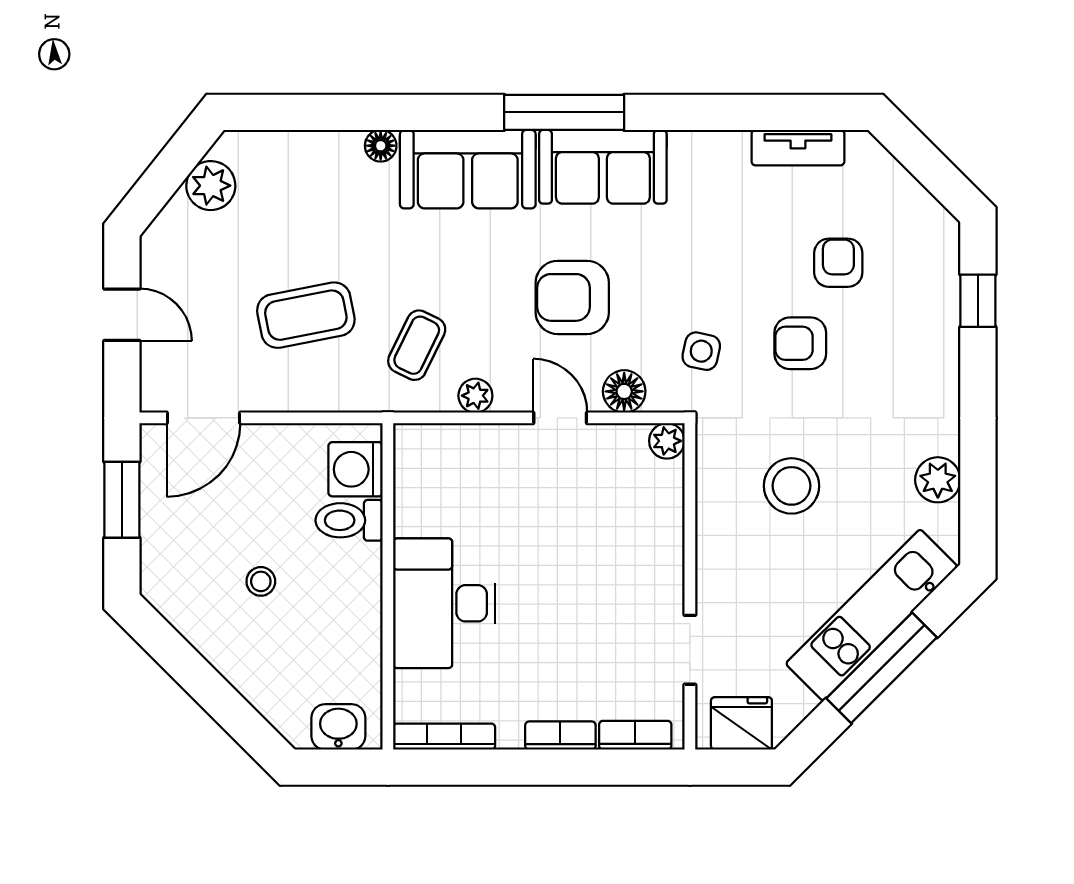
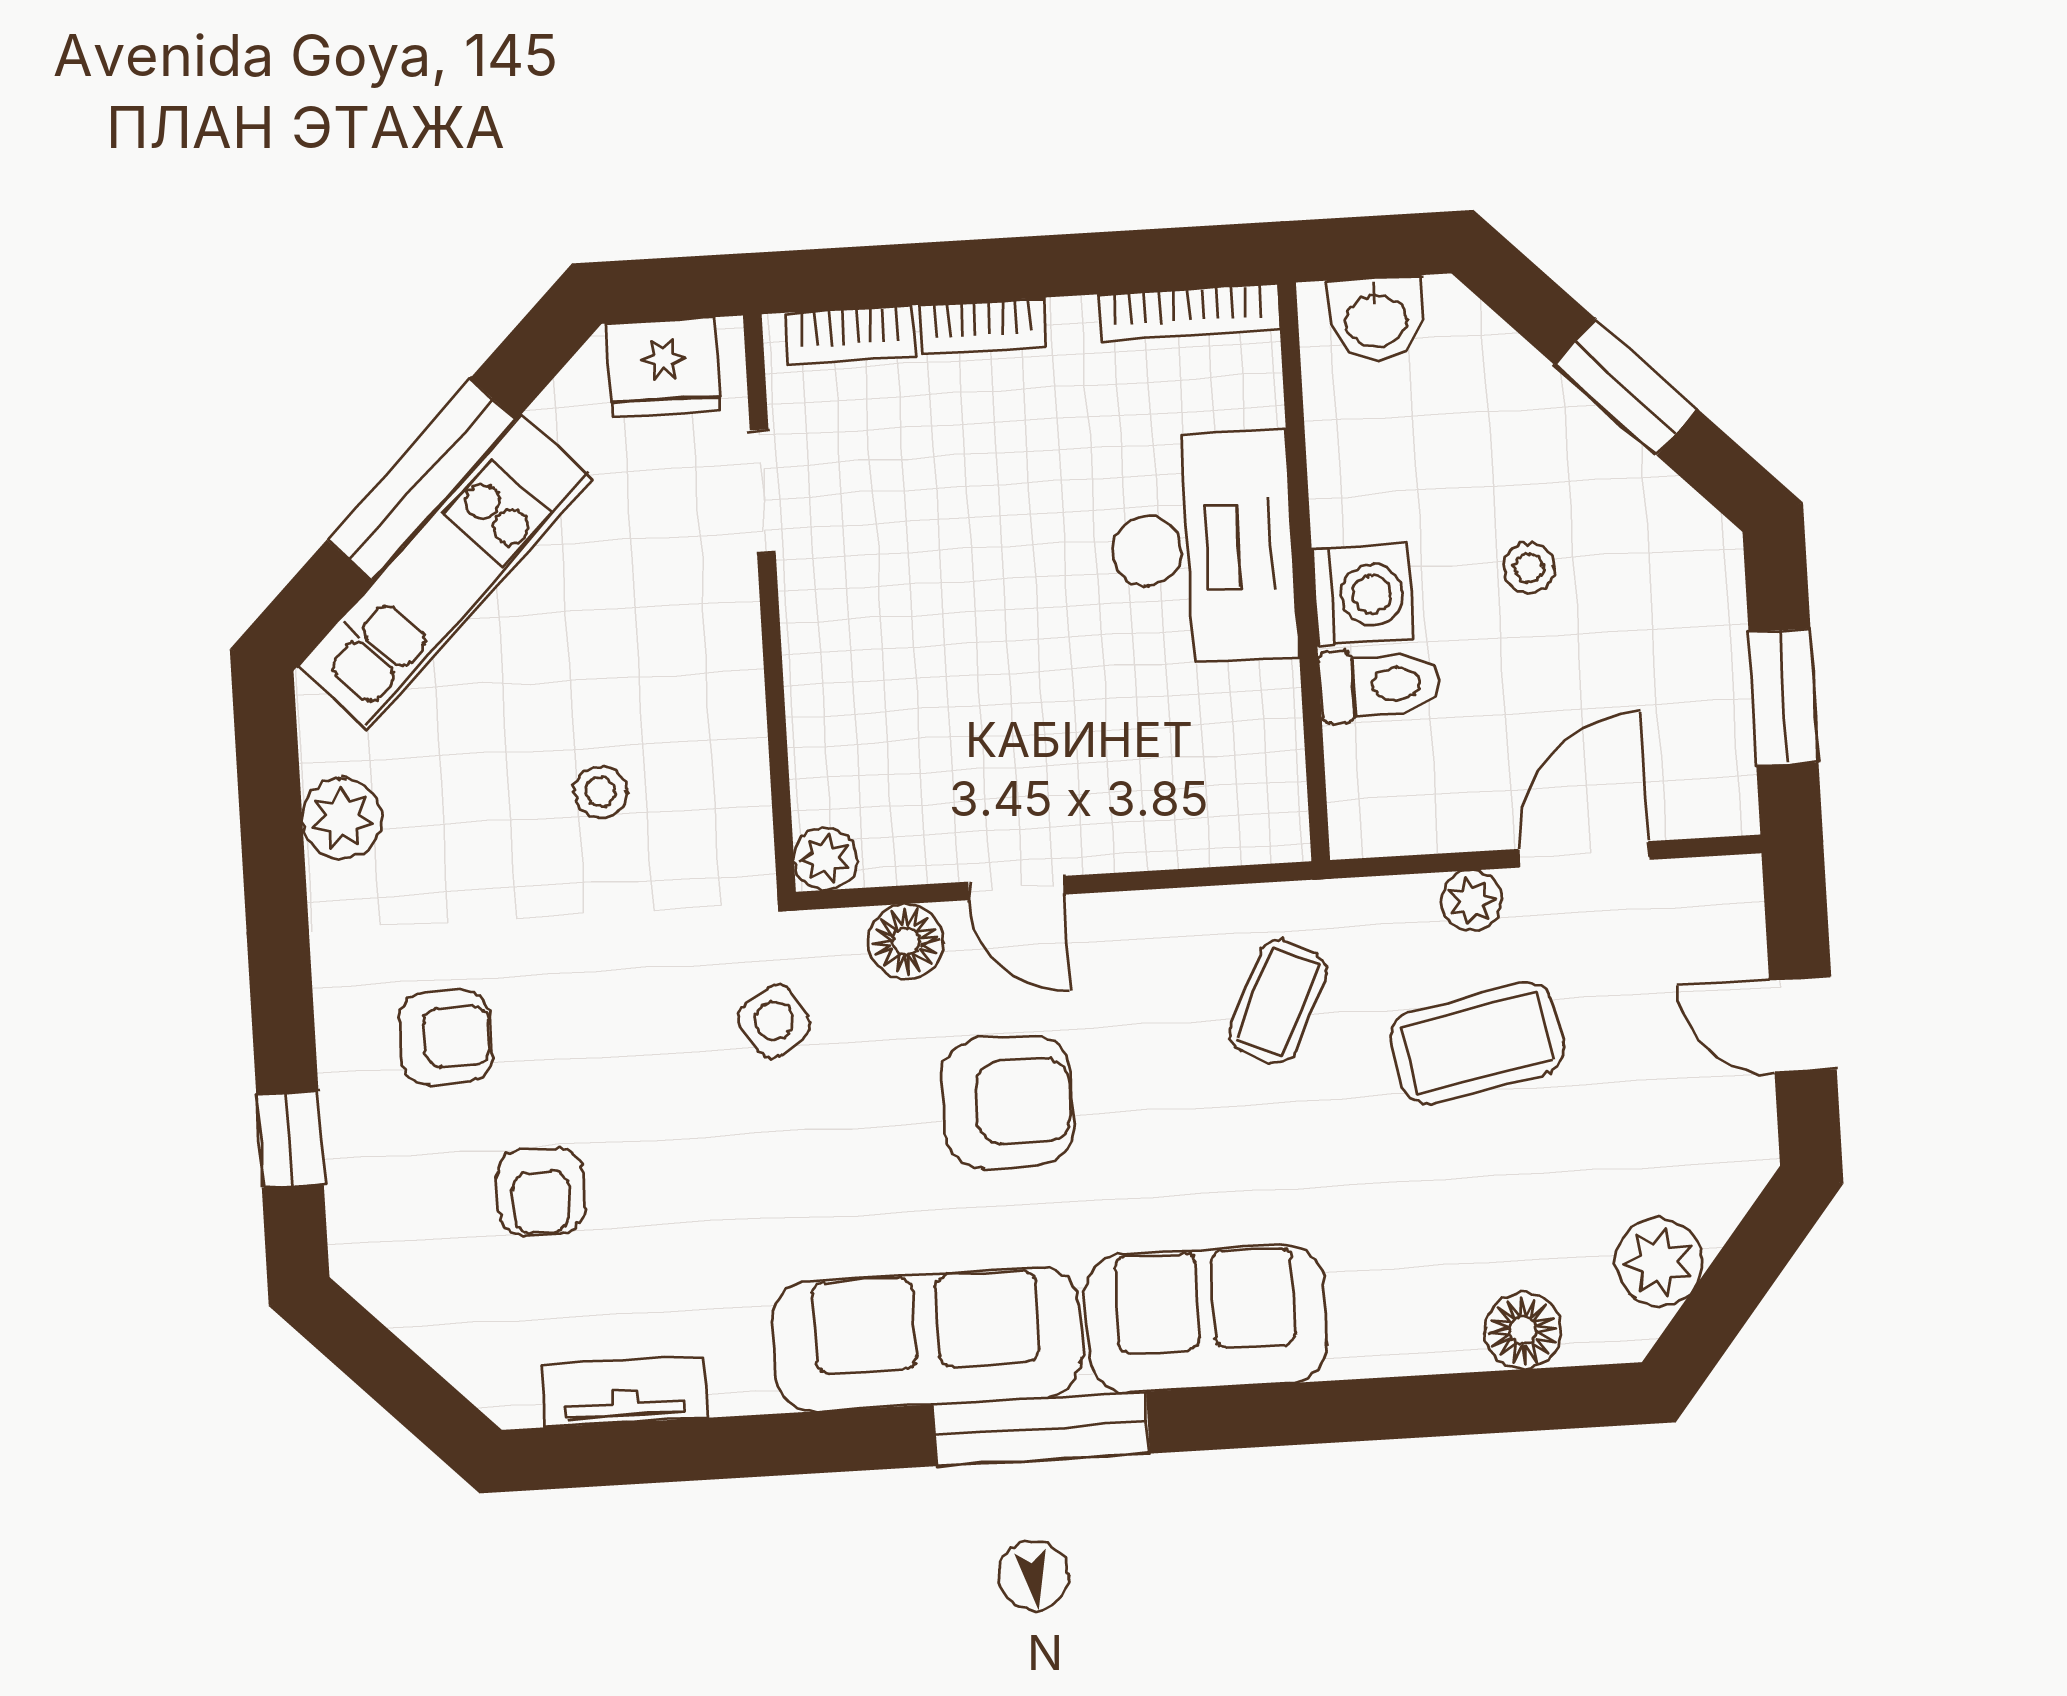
floor lamp: (381, 146) -> (1523, 1331), moved, width x1.37, depth x1.37
sofa: (603, 167) -> (927, 1339), width x1.36
armchair: (800, 343) -> (446, 1037), moved
side table: (701, 351) -> (774, 1021), turned 45
plant: (475, 396) -> (1472, 901), moved
door: (204, 418) -> (1584, 854), moved
washing machine: (356, 469) -> (1362, 595), moved
stool: (791, 486) -> (600, 792), width x0.53, depth x0.53
window: (200, 680) -> (1626, 387), added

